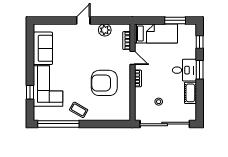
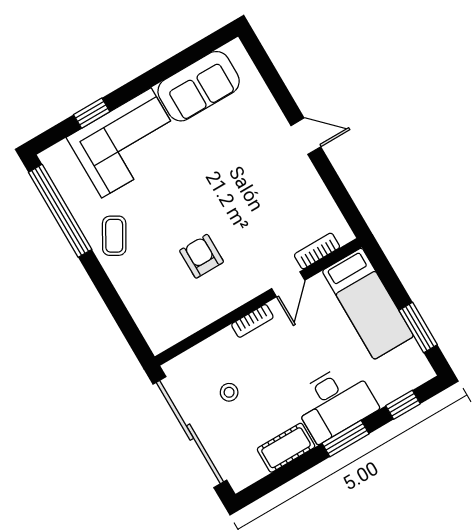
plant: (105, 30) -> (312, 193), removed
desk: (184, 70) -> (335, 402), width x1.37
armchair: (104, 83) -> (202, 256), width x0.53, depth x0.53

